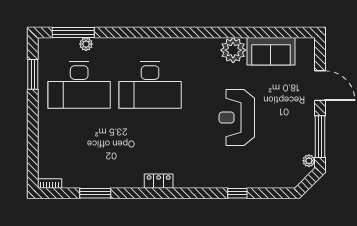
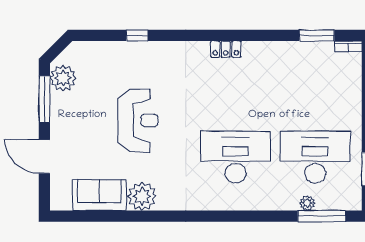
plant: (309, 161) -> (63, 78), width x1.87, depth x1.87
window: (95, 193) -> (317, 35), moved

